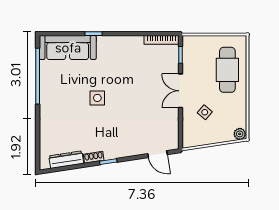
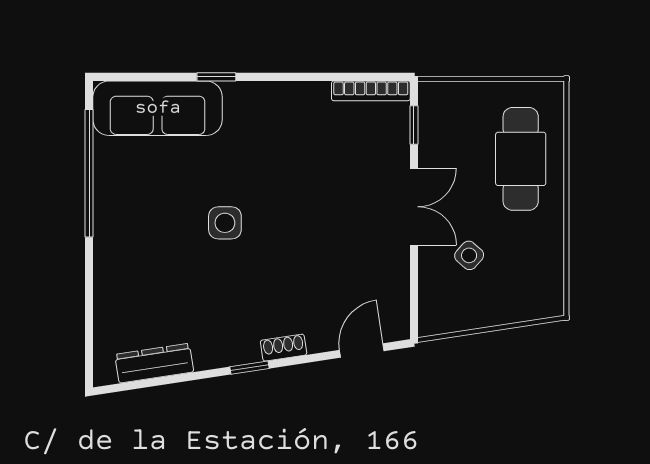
double door: (180, 91) -> (414, 207), swing flipped
plant: (240, 134) -> (549, 305), removed
door: (158, 154) -> (362, 351), swing flipped
shoe rack: (94, 157) -> (284, 348), moved

